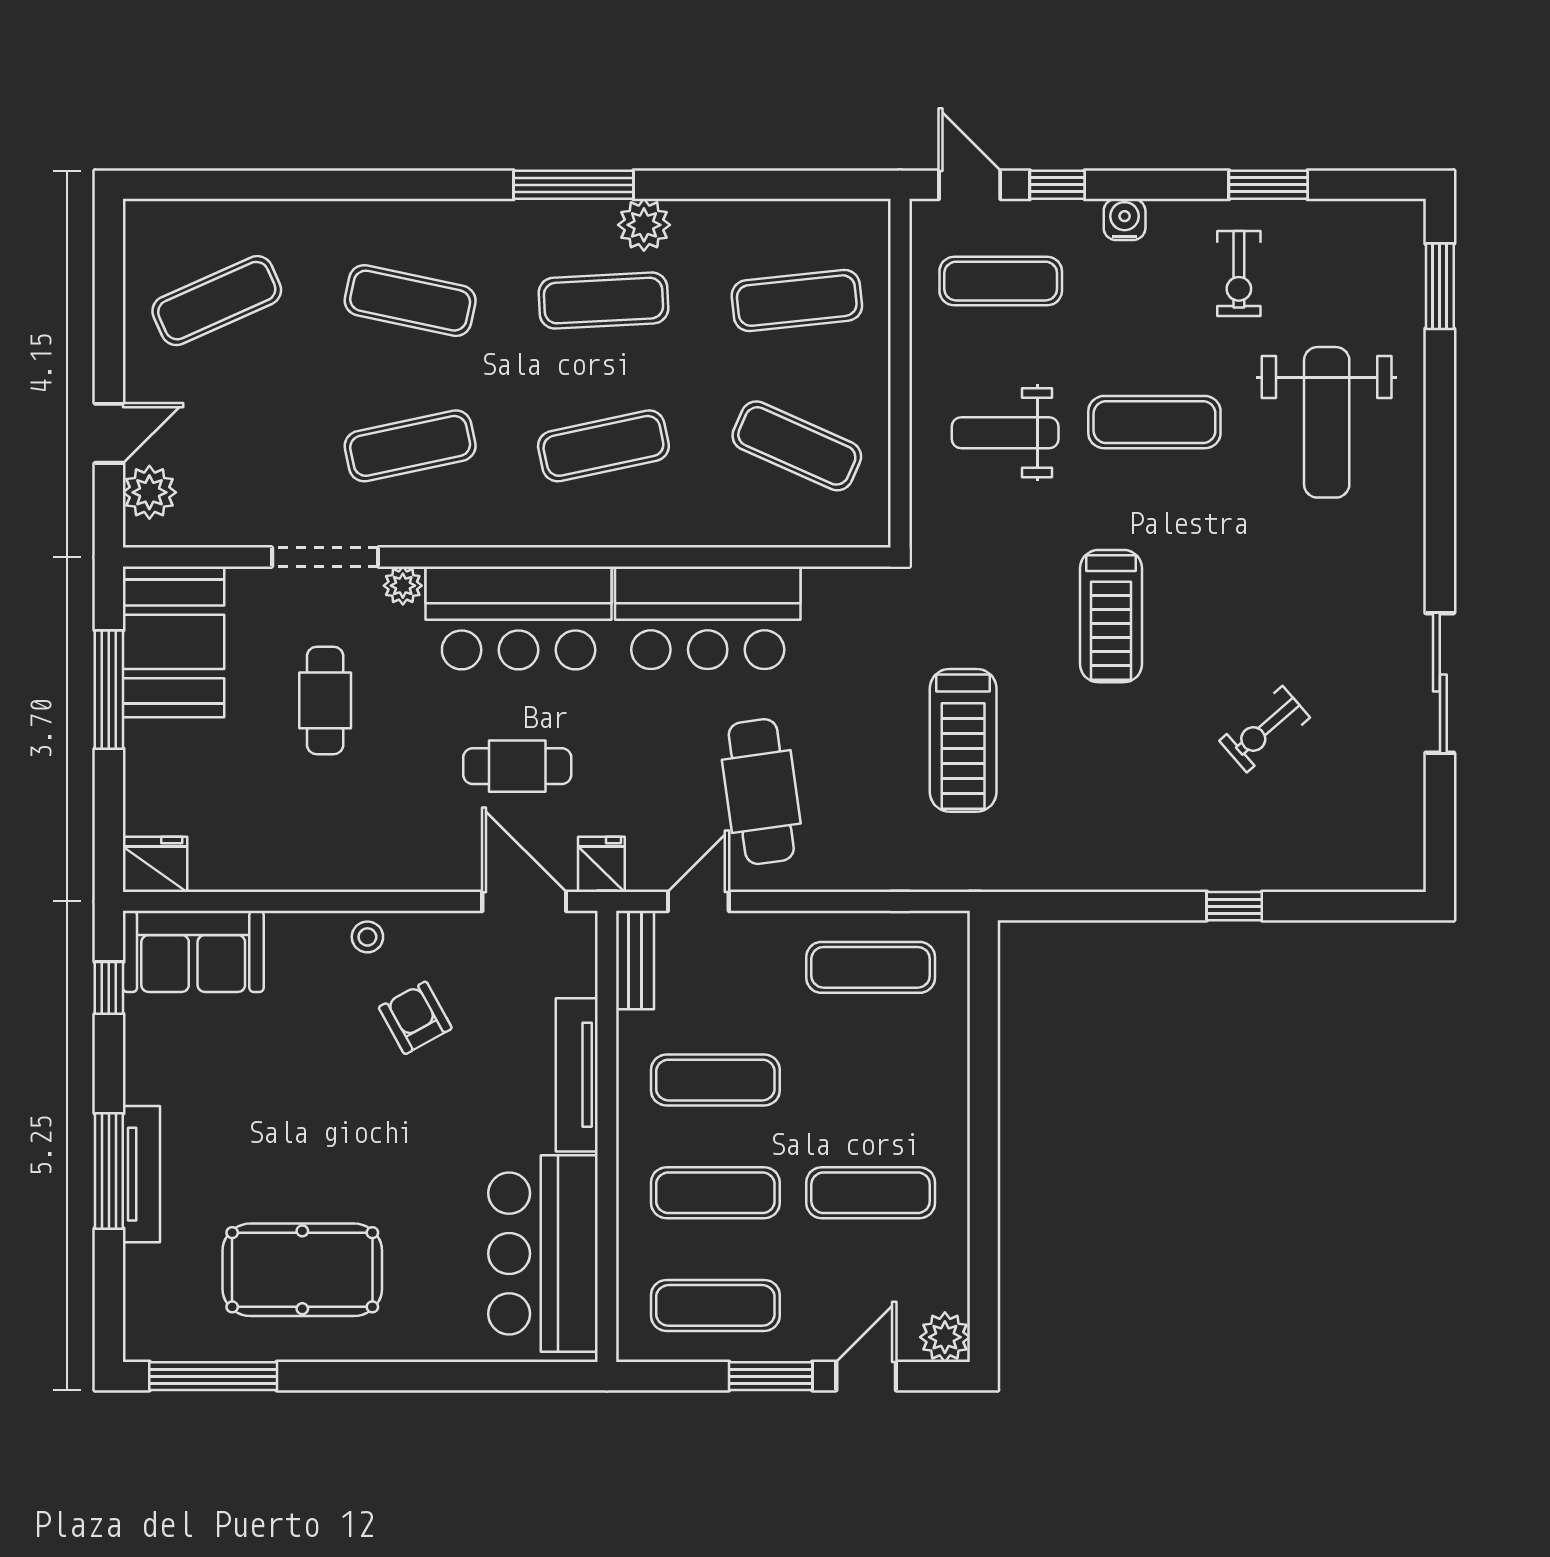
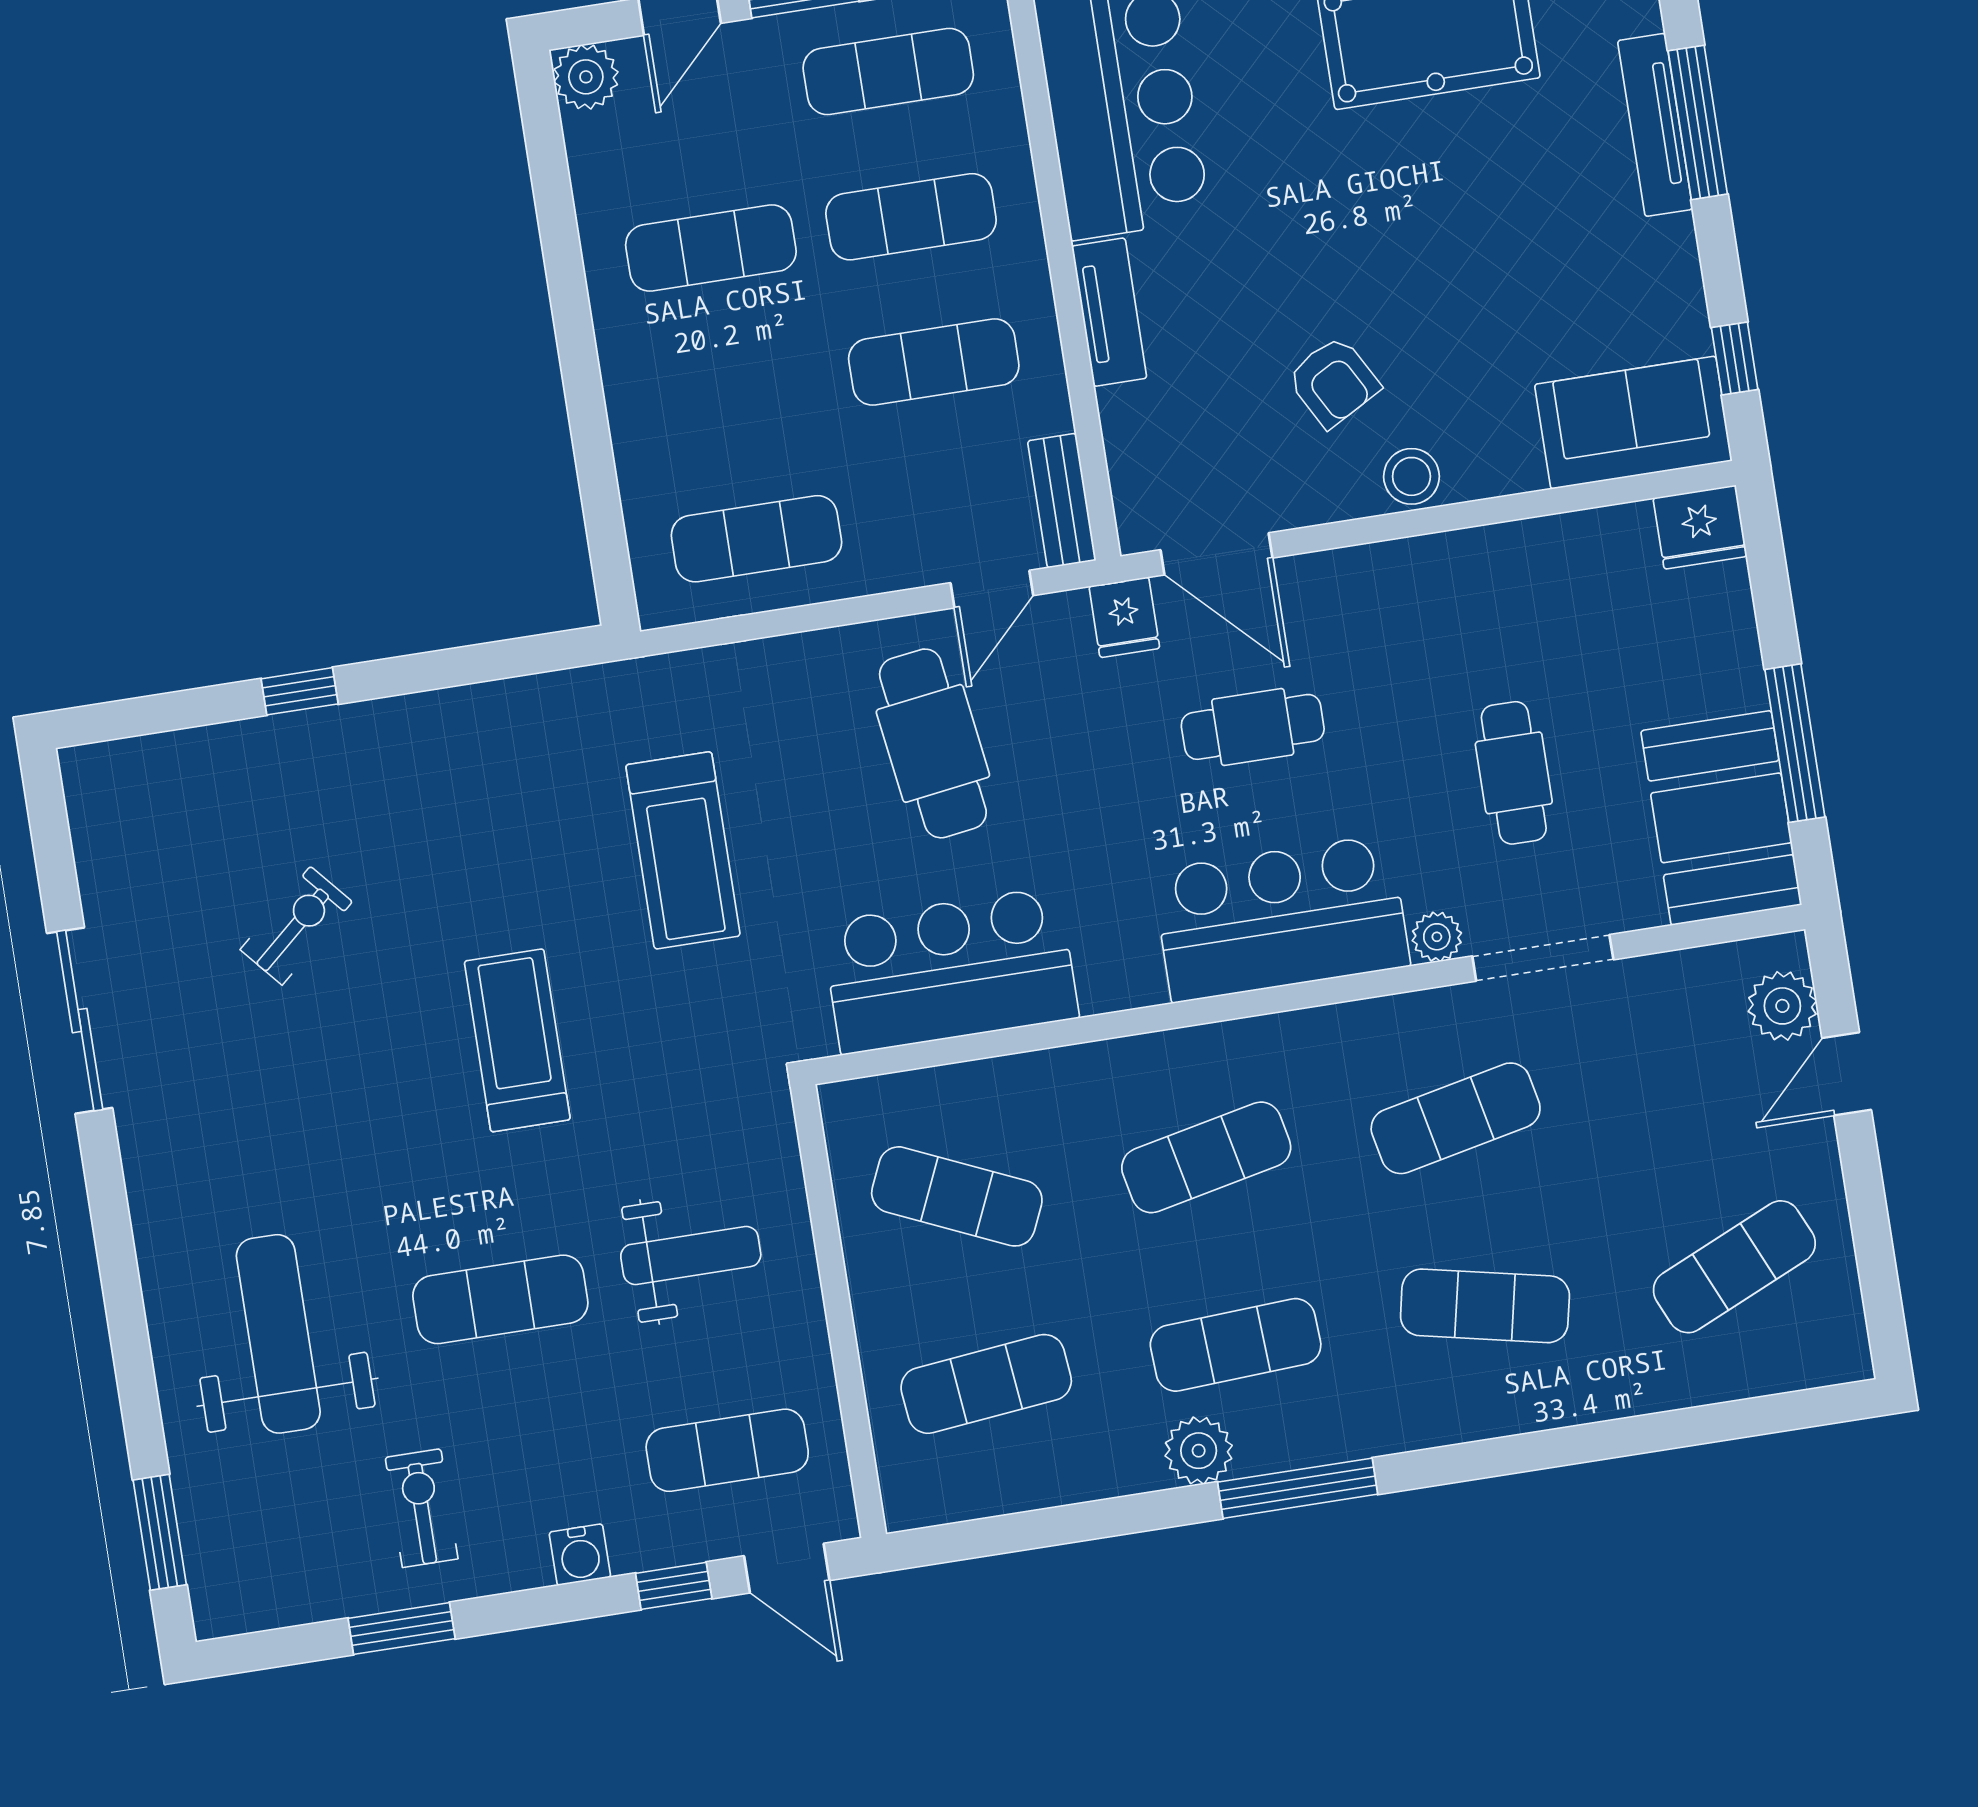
bar counter: (708, 618) -> (950, 970), moved
treadmill: (963, 740) -> (683, 850), turned 180
stool: (367, 937) -> (1411, 476), width x1.37, depth x1.37
tv unit: (577, 1075) -> (1109, 312), width x0.71

